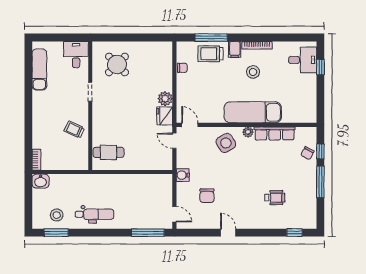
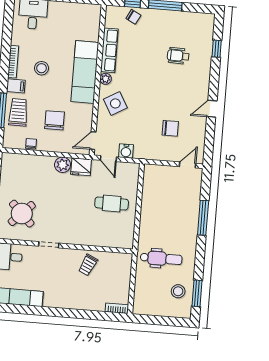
trolley: (210, 54) -> (18, 112), turned 180
chair: (206, 88) -> (54, 120), added
door: (174, 141) -> (108, 159), hinge flipped
cafe table: (109, 152) -> (112, 204), moved, turned 90
water cooler: (183, 175) -> (126, 151), moved
washbasin: (41, 181) -> (140, 306), removed
wheelchair: (275, 198) -> (178, 56), turned -88
dental chair: (94, 214) -> (161, 259), moved, turned 90
window: (148, 233) -> (203, 218), moved
window: (294, 233) -> (217, 49), moved

